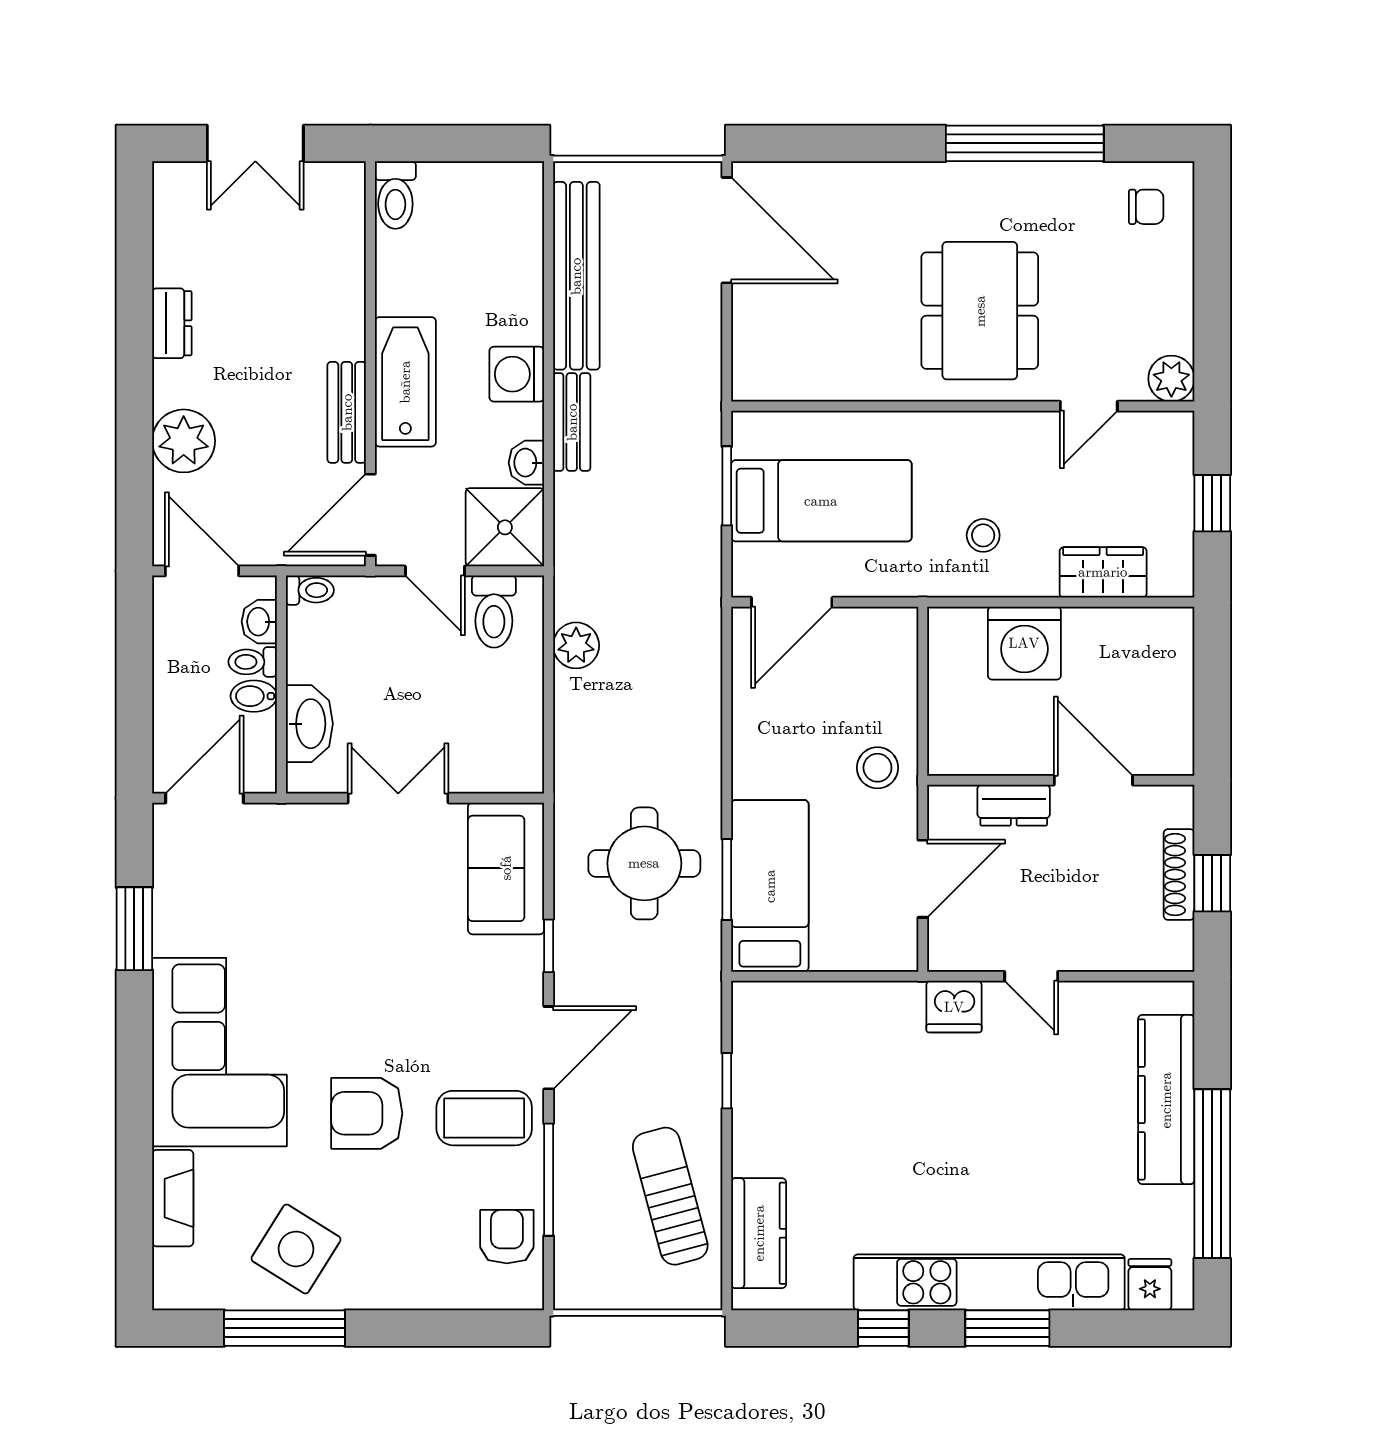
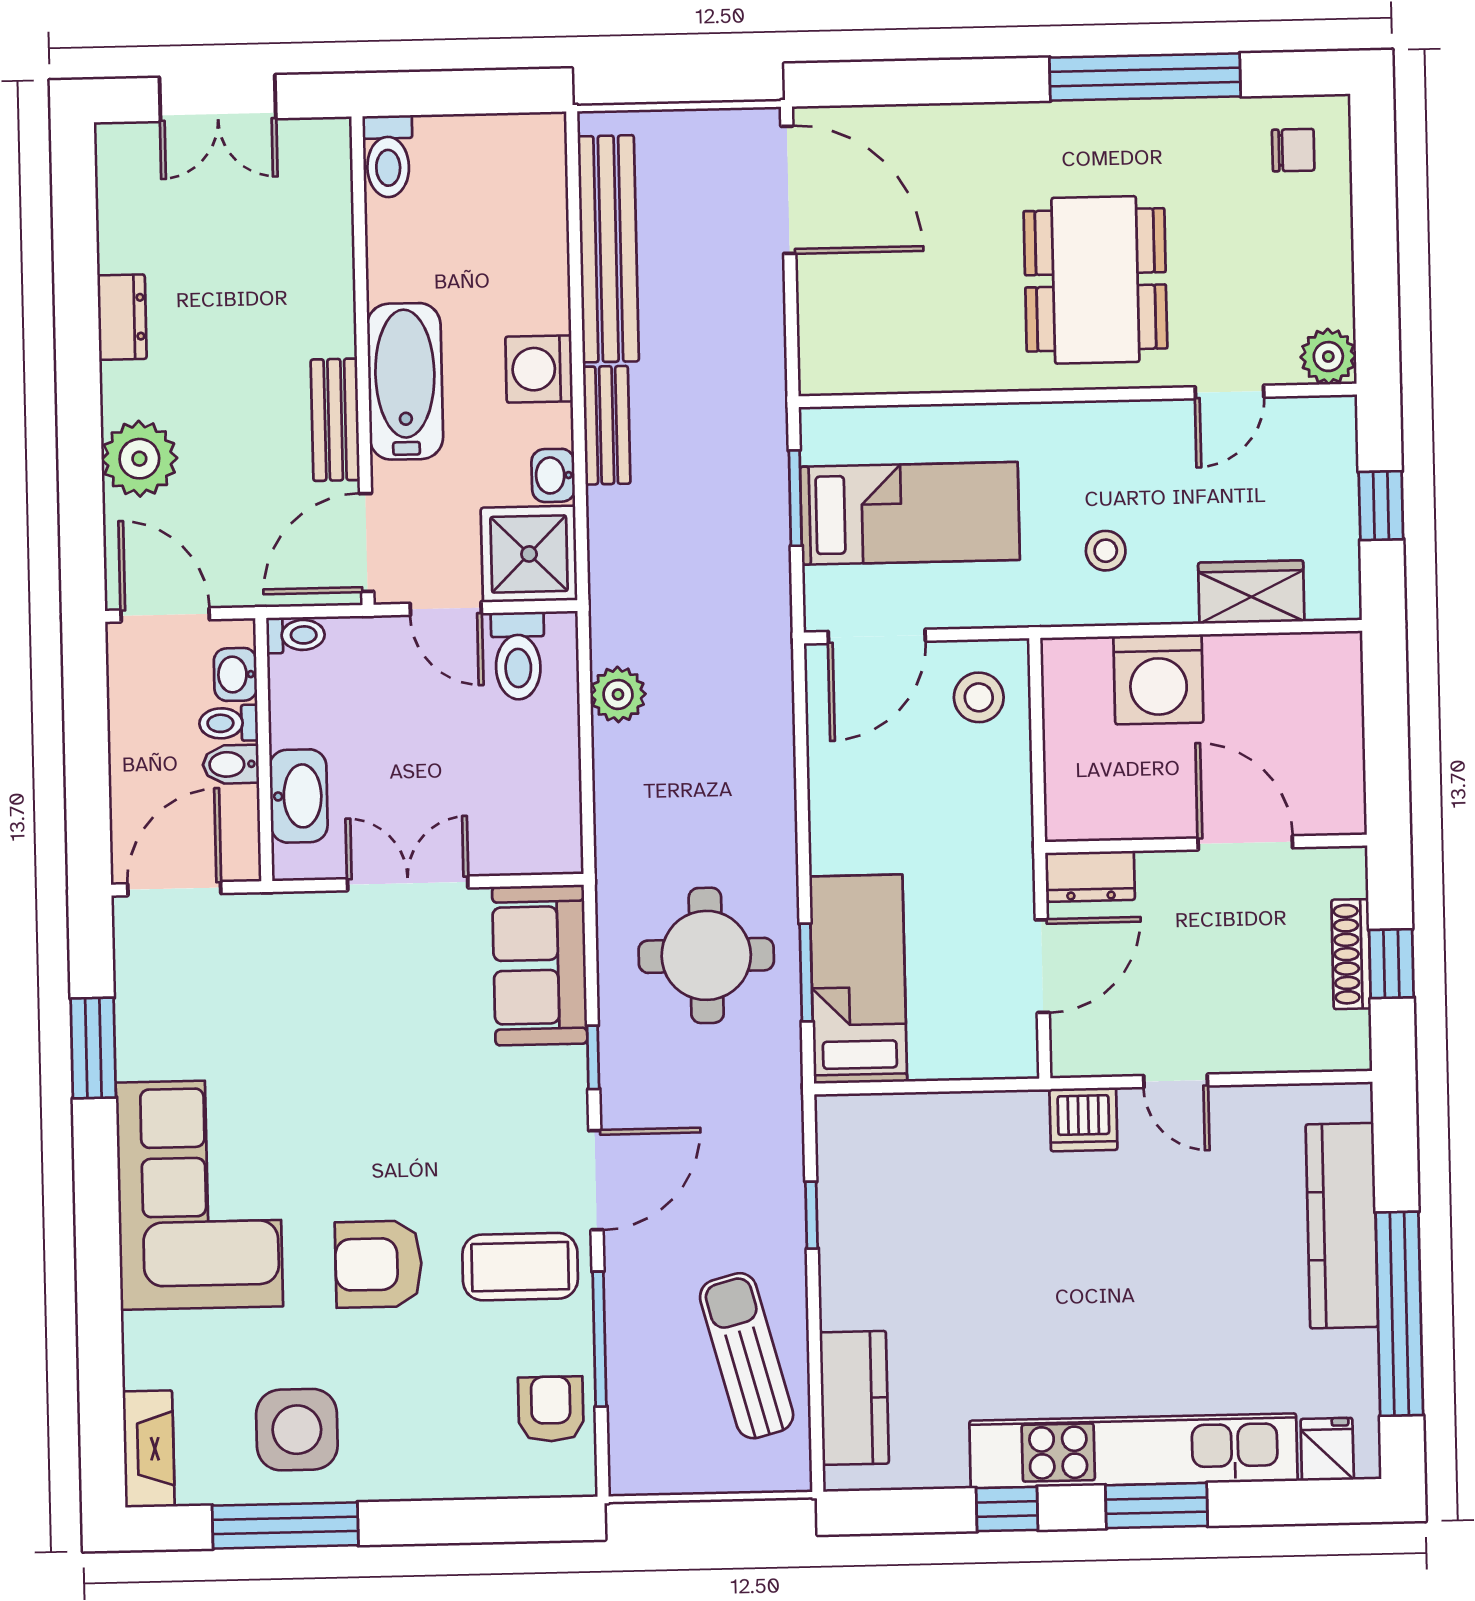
stool: (877, 768) -> (979, 697), moved
dresser: (1014, 805) -> (1091, 876), moved
fireplace: (173, 1198) -> (149, 1449), moved
side table: (296, 1249) -> (297, 1430), turned -32

